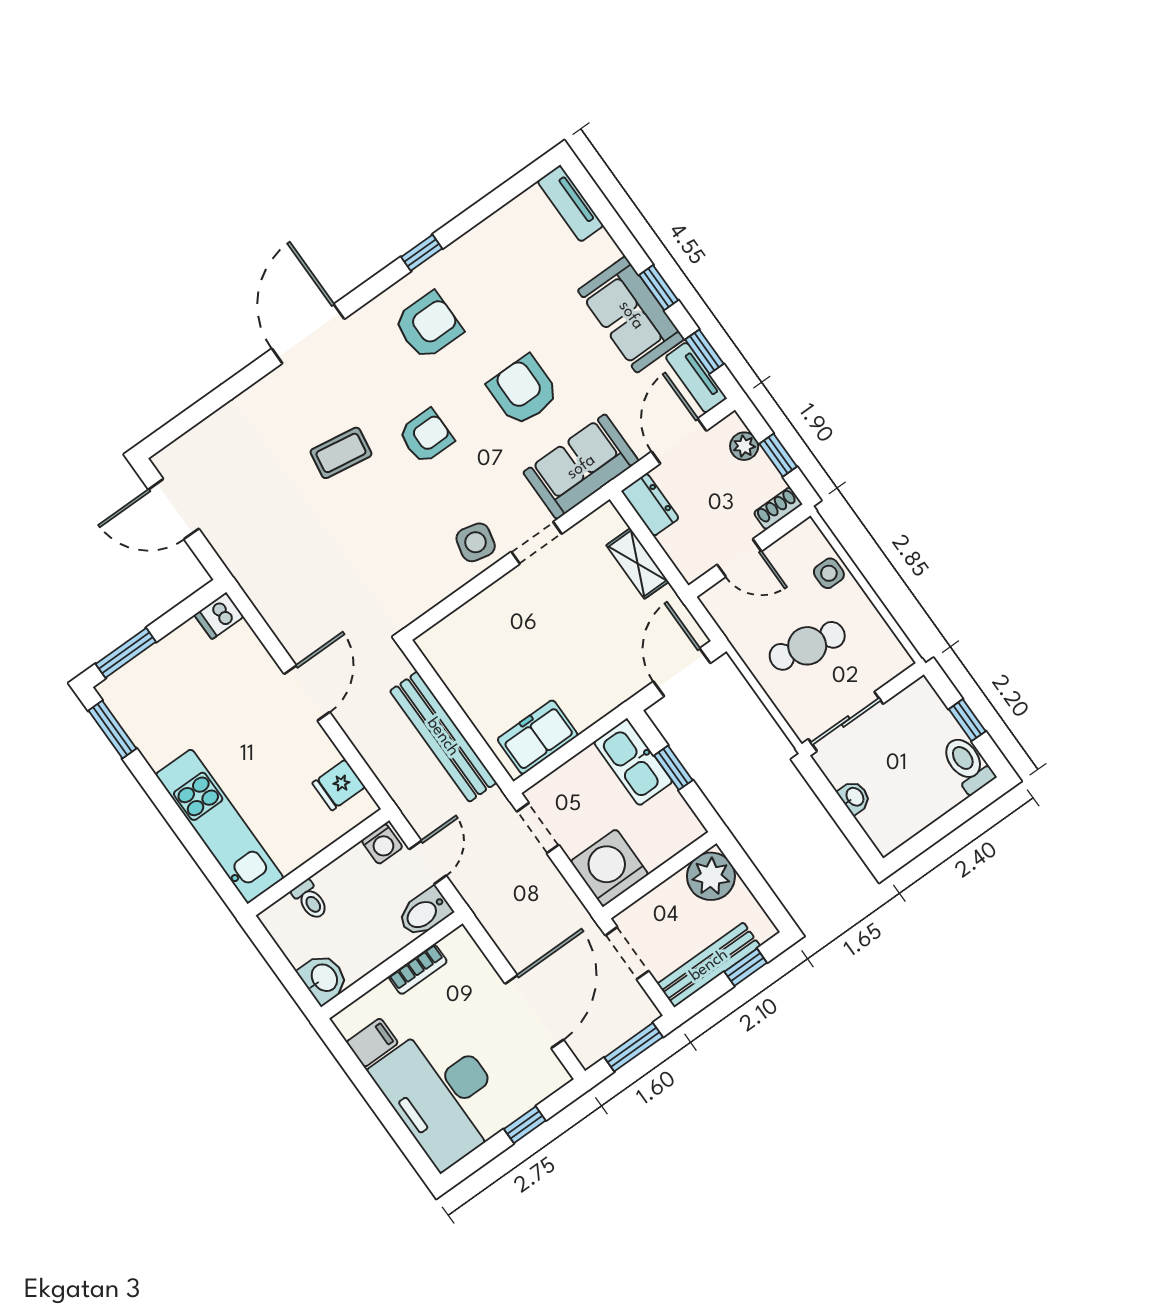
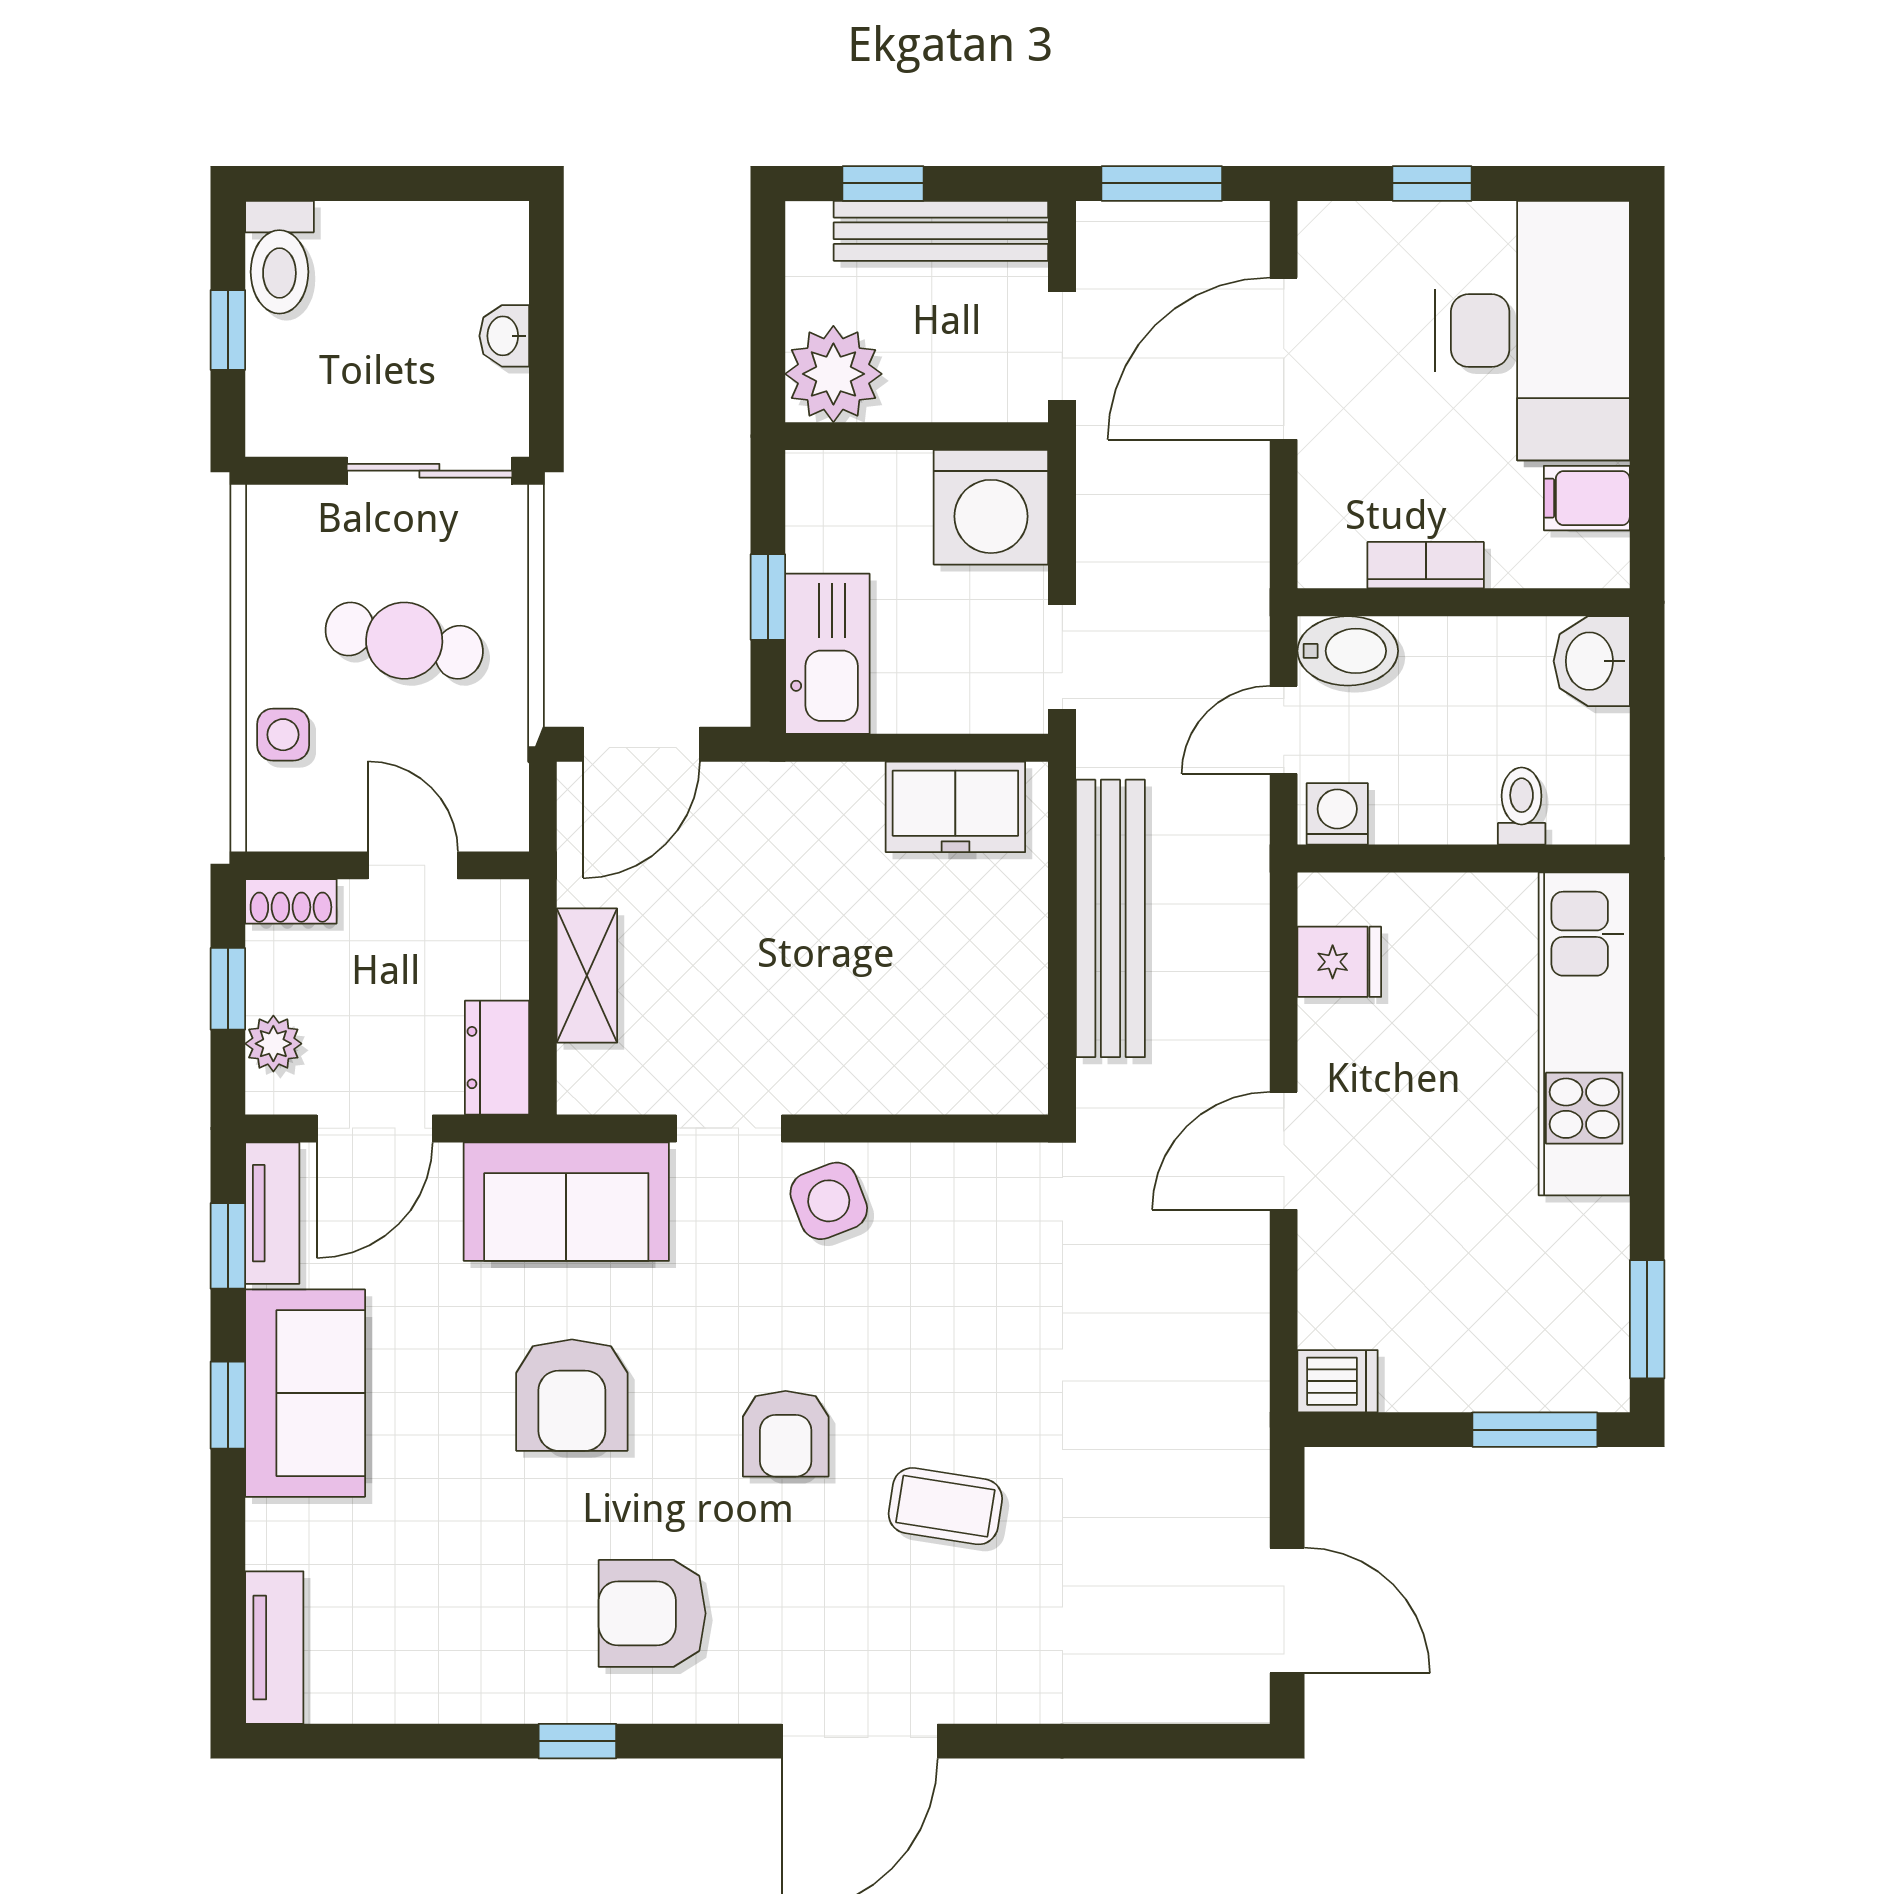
armchair: (426, 436) -> (786, 1434), turned -90
side table: (476, 542) -> (829, 1201), turned -34

